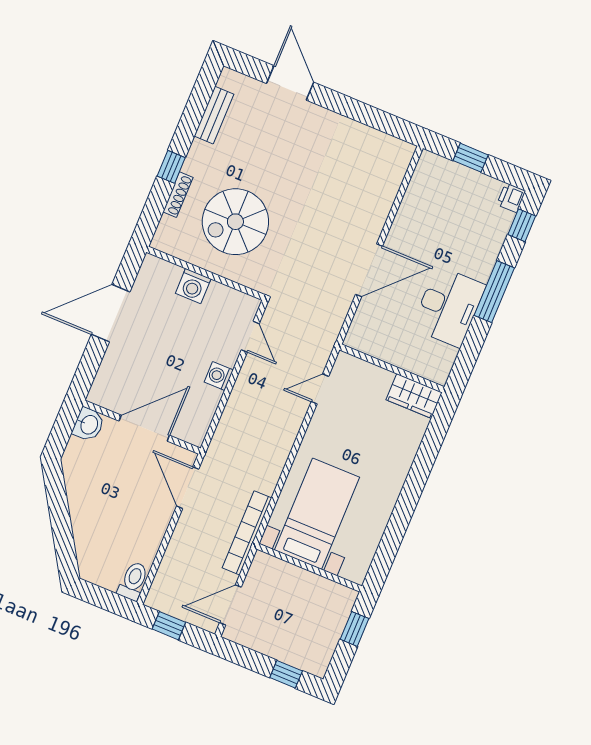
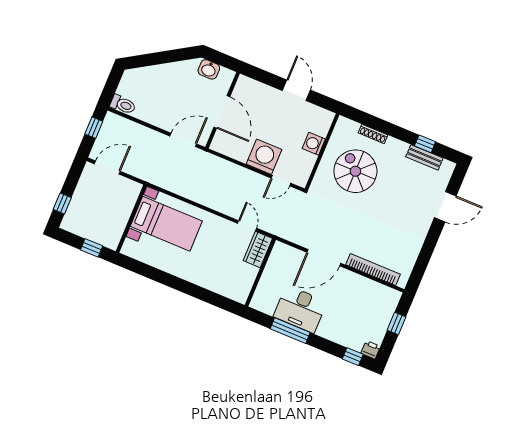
window: (171, 167) -> (425, 144), moved
door: (369, 270) -> (324, 258), hinge flipped
window: (494, 292) -> (290, 331), moved
door: (111, 313) -> (296, 90), width x0.73
washing machine: (219, 376) -> (264, 157), width x1.89, depth x1.89
wardrobe: (414, 396) -> (258, 249), moved
washbasin: (89, 424) -> (209, 69), moved
bookcase: (247, 533) -> (373, 269), moved
door: (230, 605) -> (107, 168), hinge flipped

